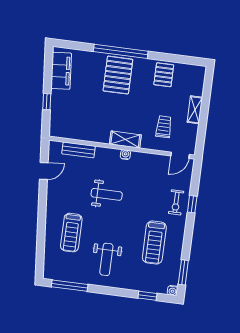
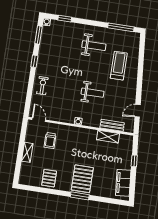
window: (121, 51) -> (80, 196), width x0.47
shelving: (125, 140) -> (108, 137), moved
door: (180, 155) -> (39, 120), hinge flipped
weight bench: (107, 194) -> (93, 93), turned 180
window: (192, 204) -> (34, 61), moved
treadmill: (154, 242) -> (59, 57), removed
weight bench: (106, 259) -> (94, 46), turned 90

